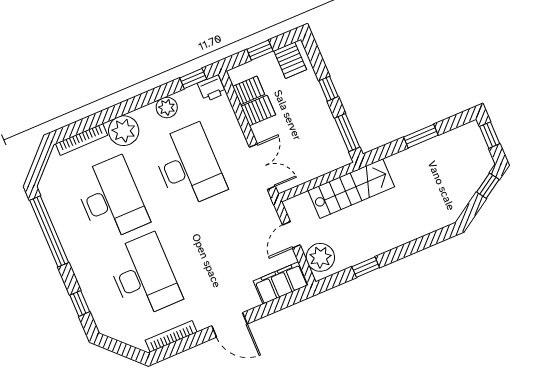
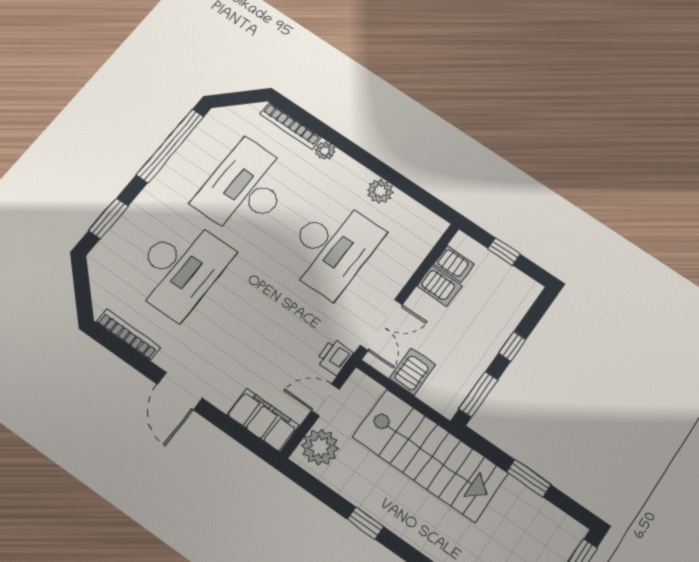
server rack: (290, 60) -> (413, 372), moved, turned 180
window: (193, 79) -> (429, 201), removed
printer: (212, 88) -> (334, 357), moved, turned 90
plant: (124, 131) -> (325, 151), width x0.53, depth x0.53
stairs: (351, 189) -> (430, 455), width x1.36, depth x1.51
desk: (111, 199) -> (245, 189), turned 180
window: (366, 267) -> (365, 523), moved
window: (80, 303) -> (108, 218), width x1.50

